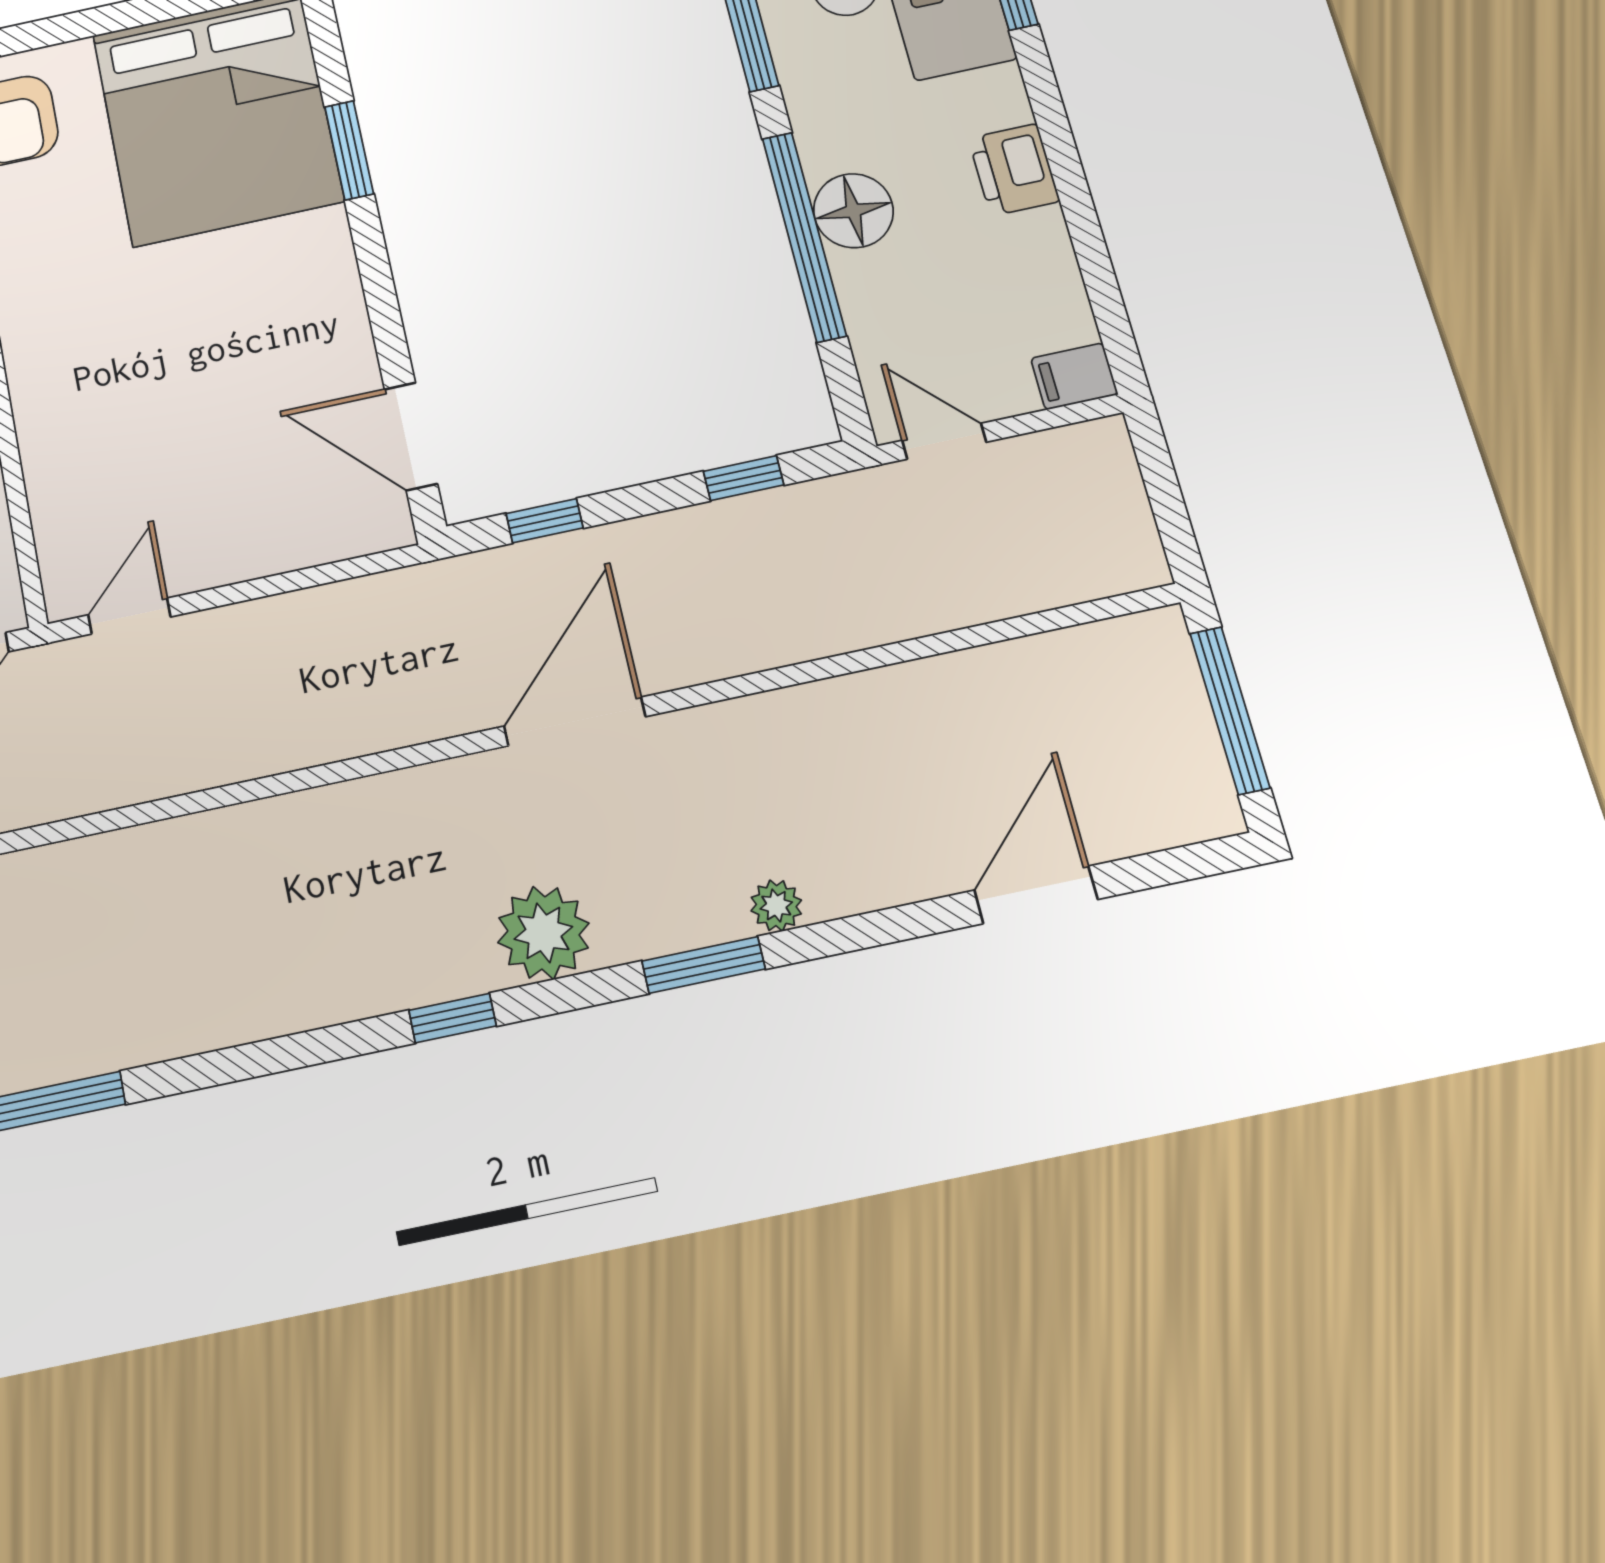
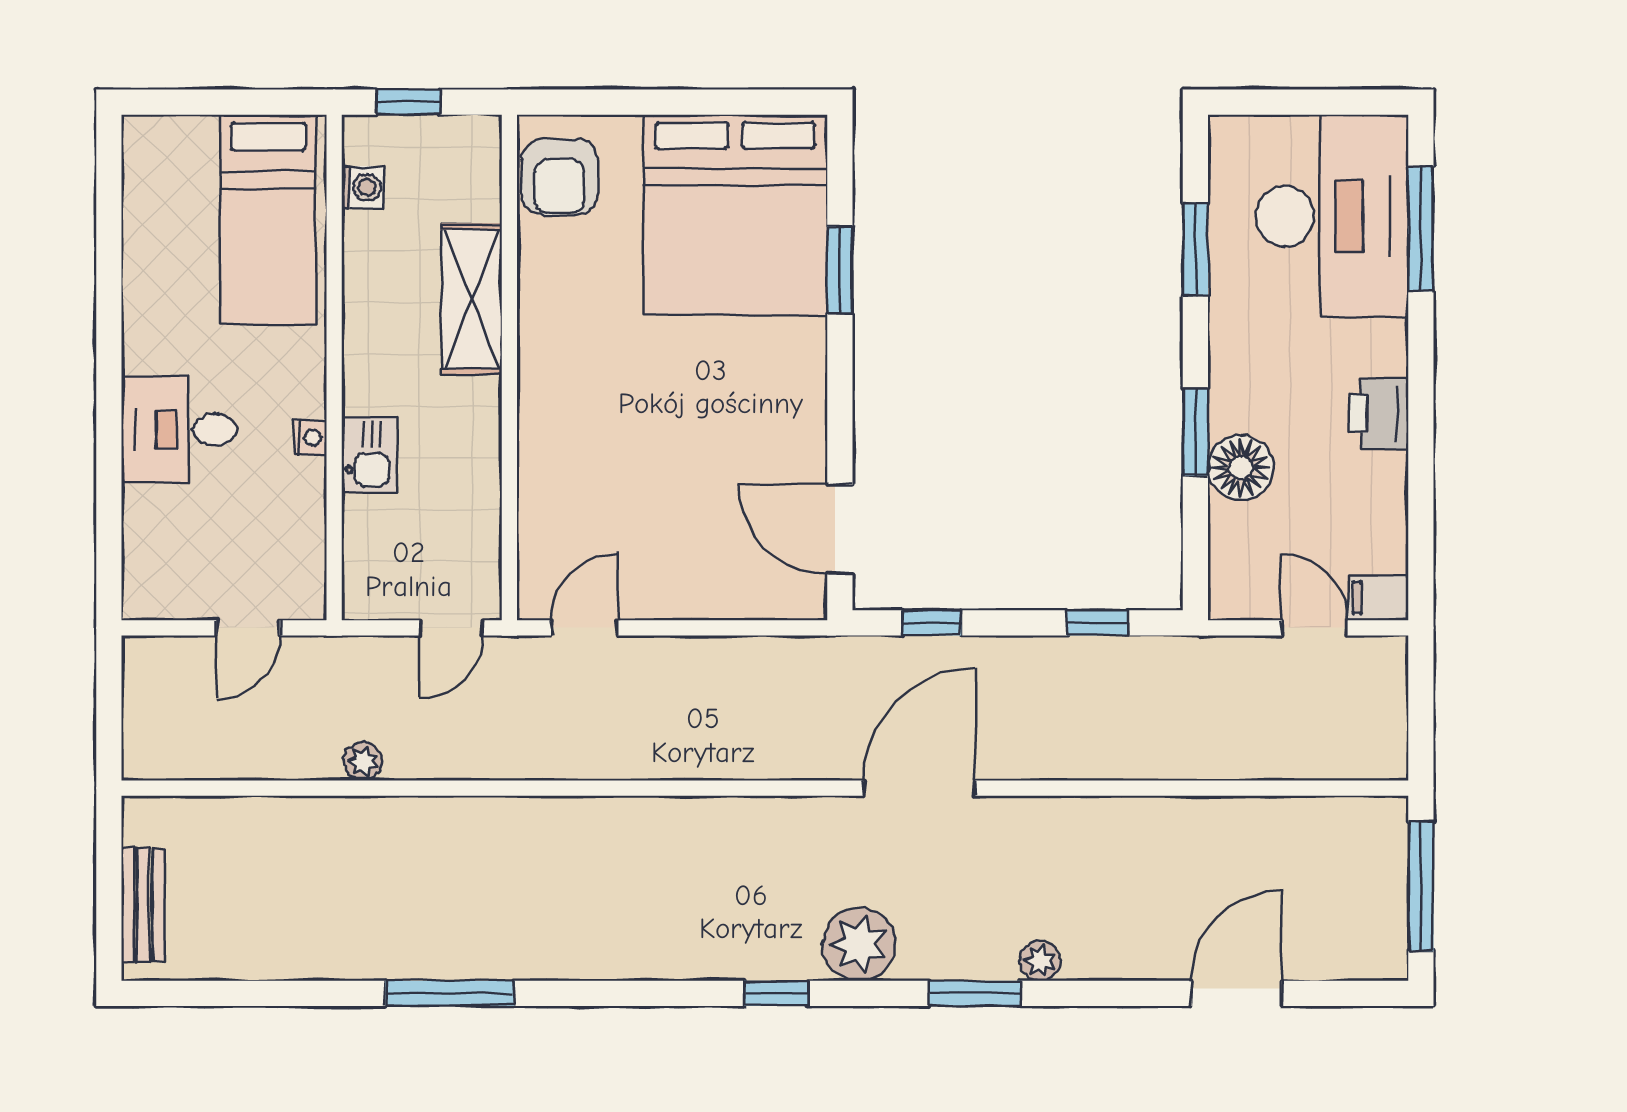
floor lamp: (853, 211) -> (1241, 468), moved
window: (804, 236) -> (1195, 432), width x0.47
door: (944, 441) -> (1315, 628), moved

